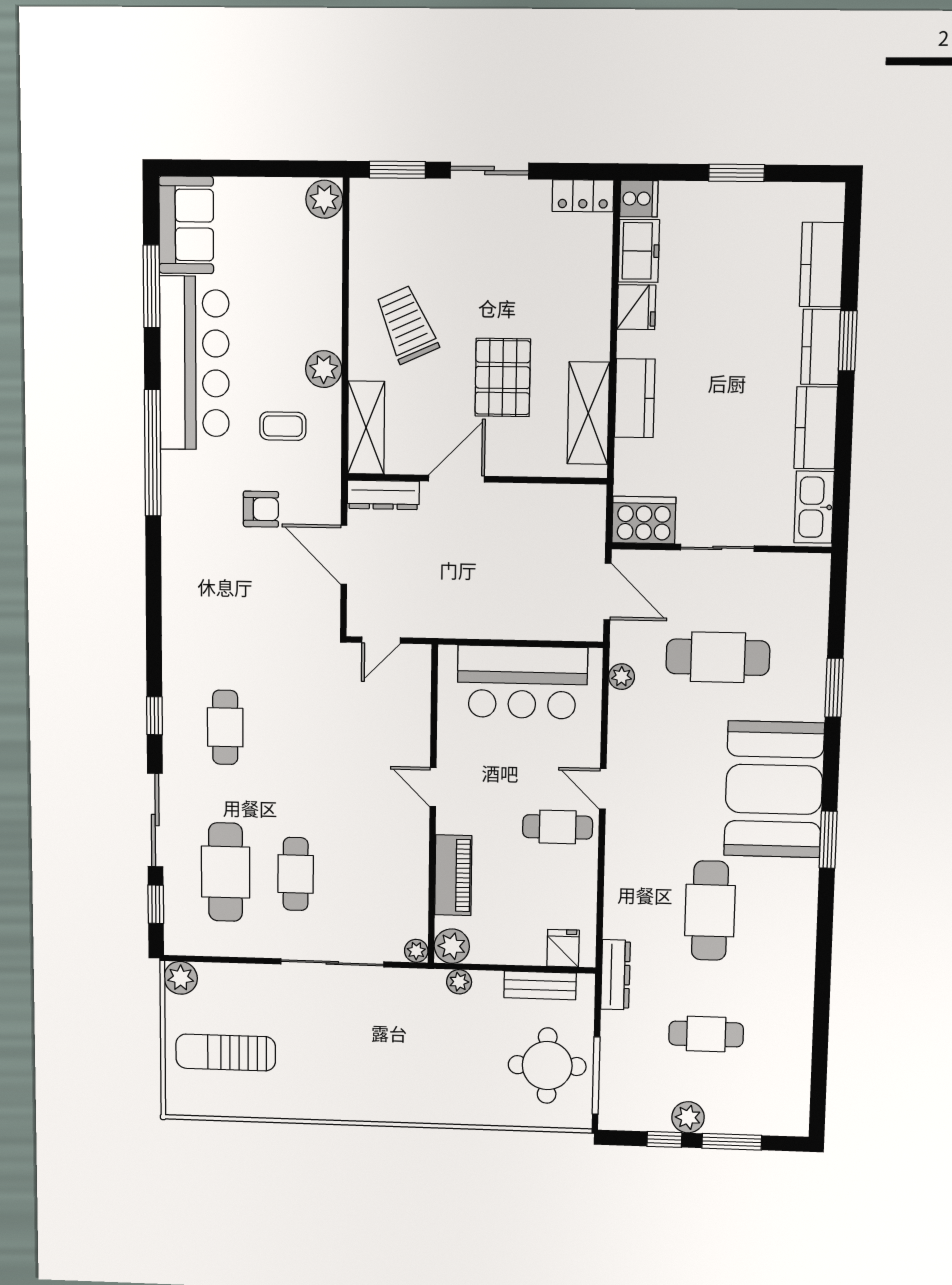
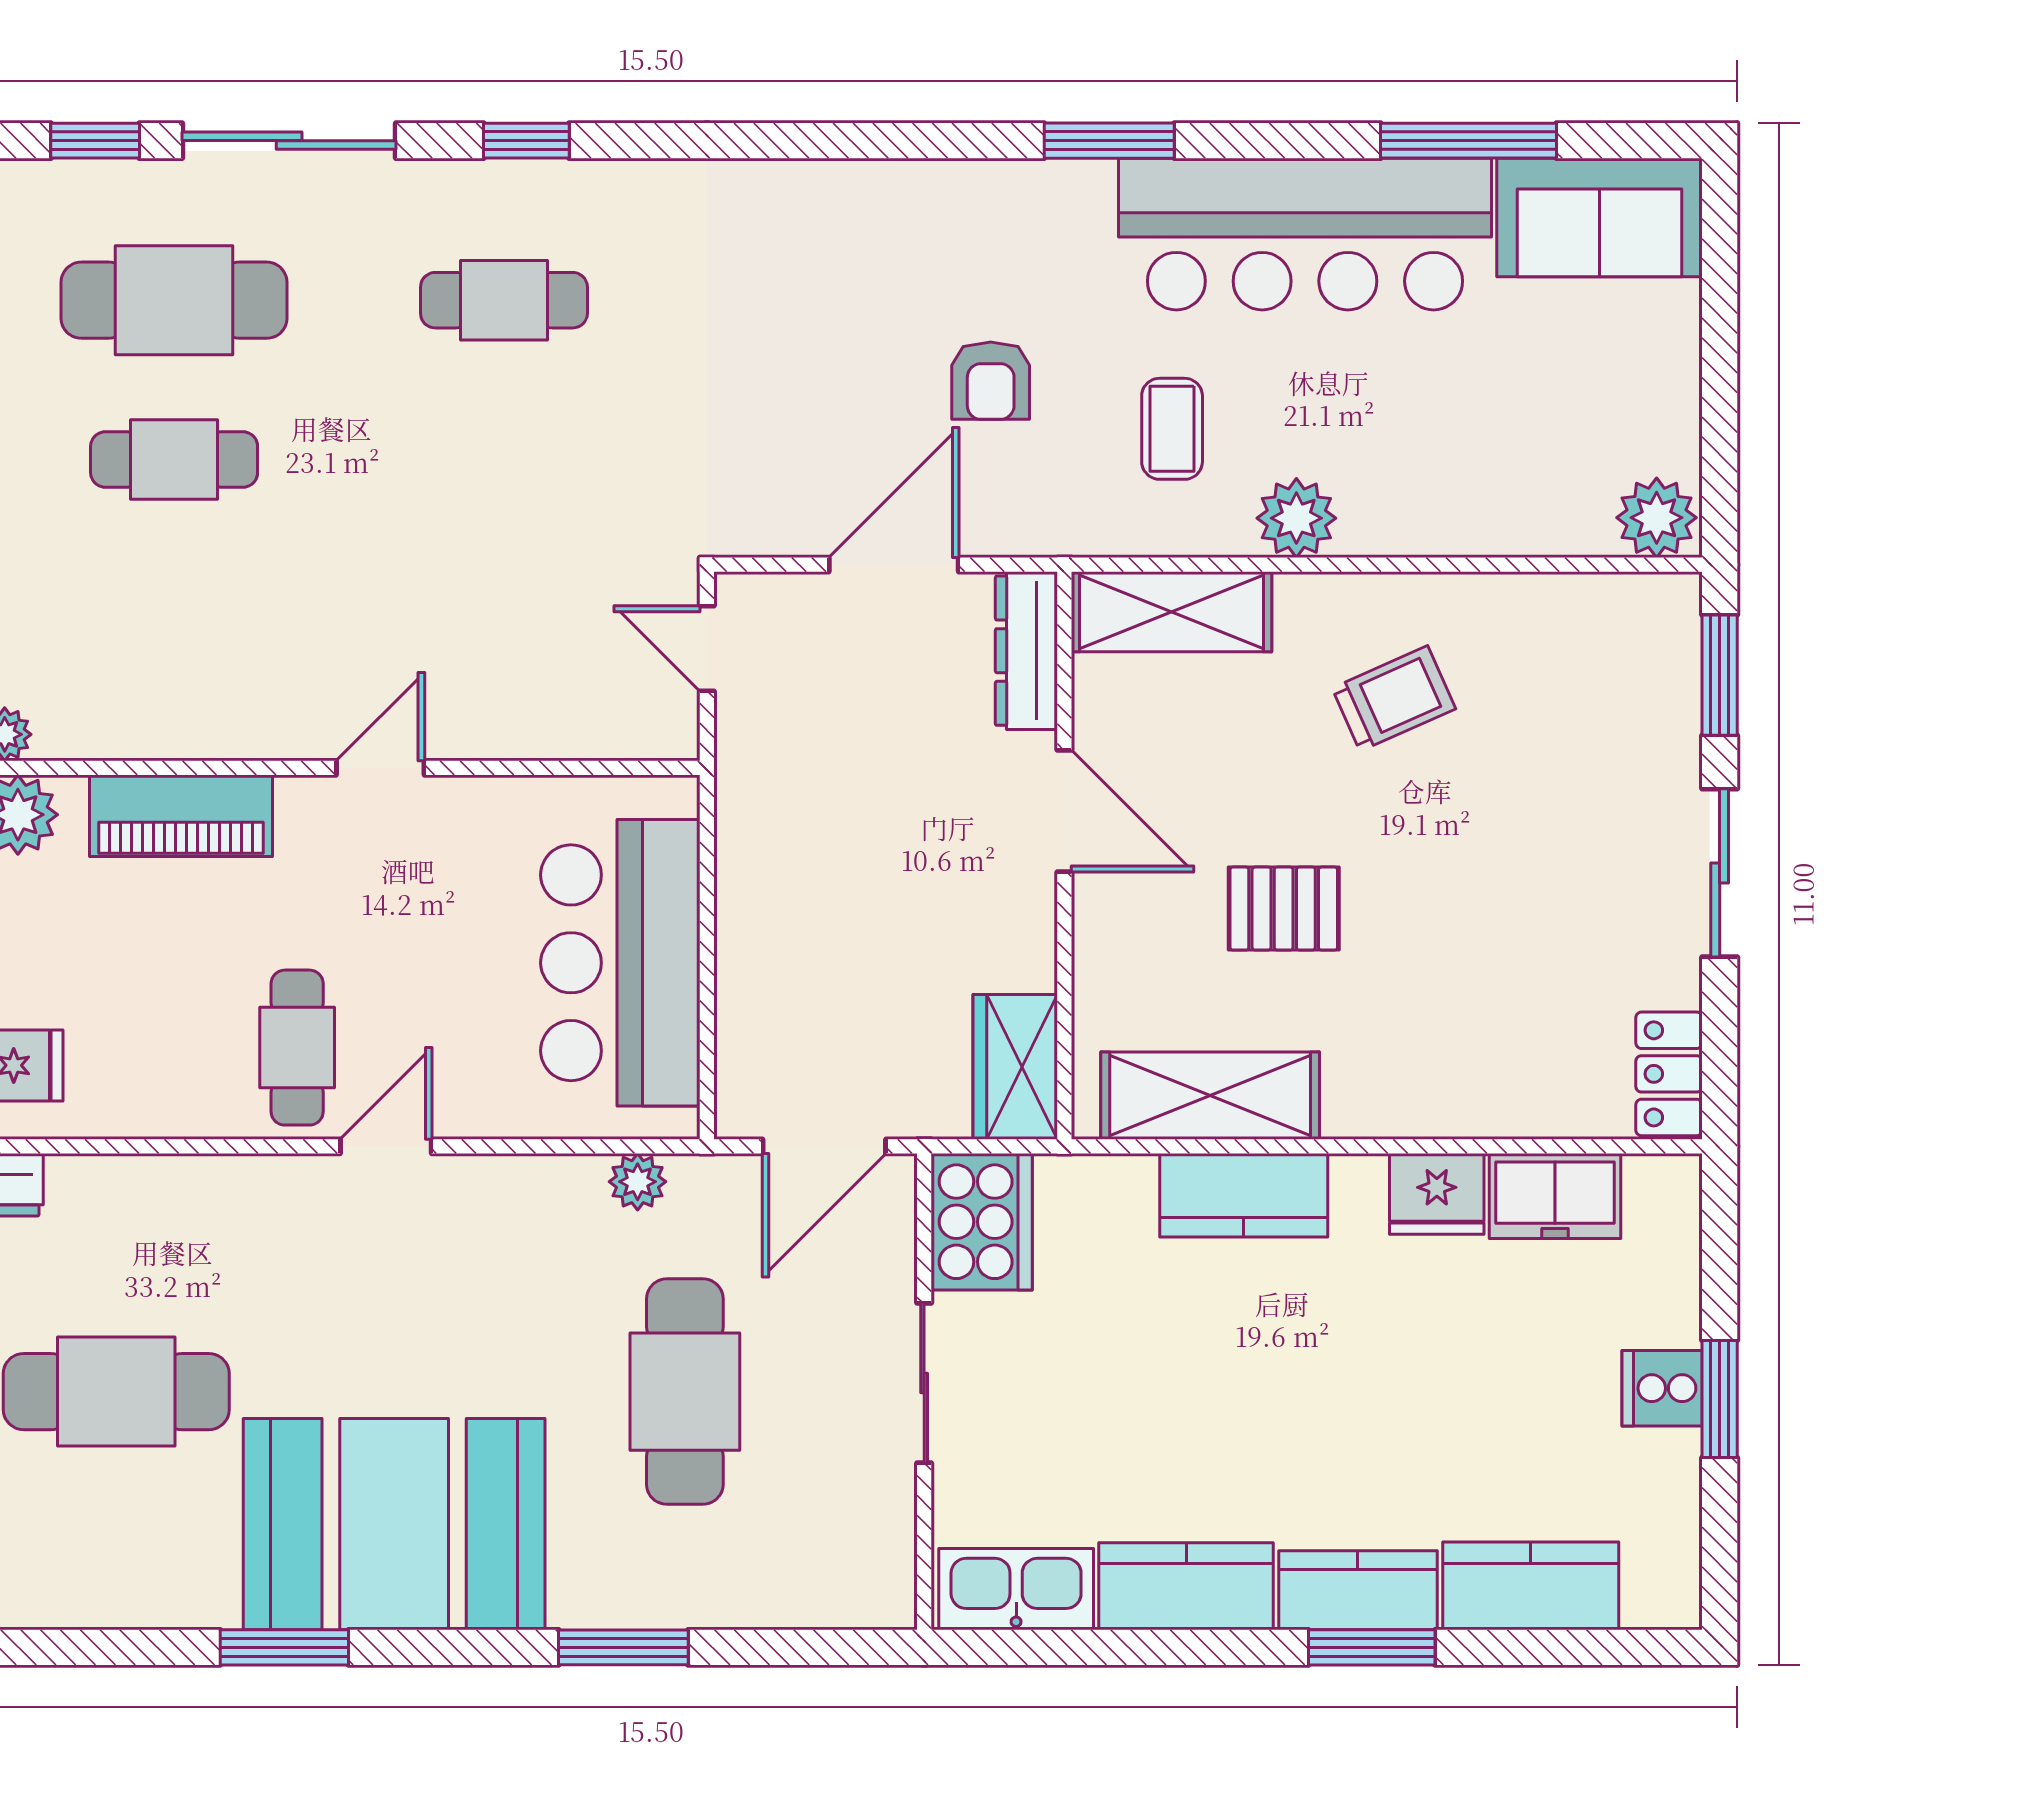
cooker: (639, 199) -> (1662, 1388), moved, turned 90
trolley: (407, 325) -> (1394, 698), width x0.73, depth x0.72
pallet: (503, 377) -> (1284, 909), width x0.67, depth x0.71
window: (153, 453) -> (1109, 141), width x0.47
wardrobe: (573, 503) -> (1015, 1067), added

